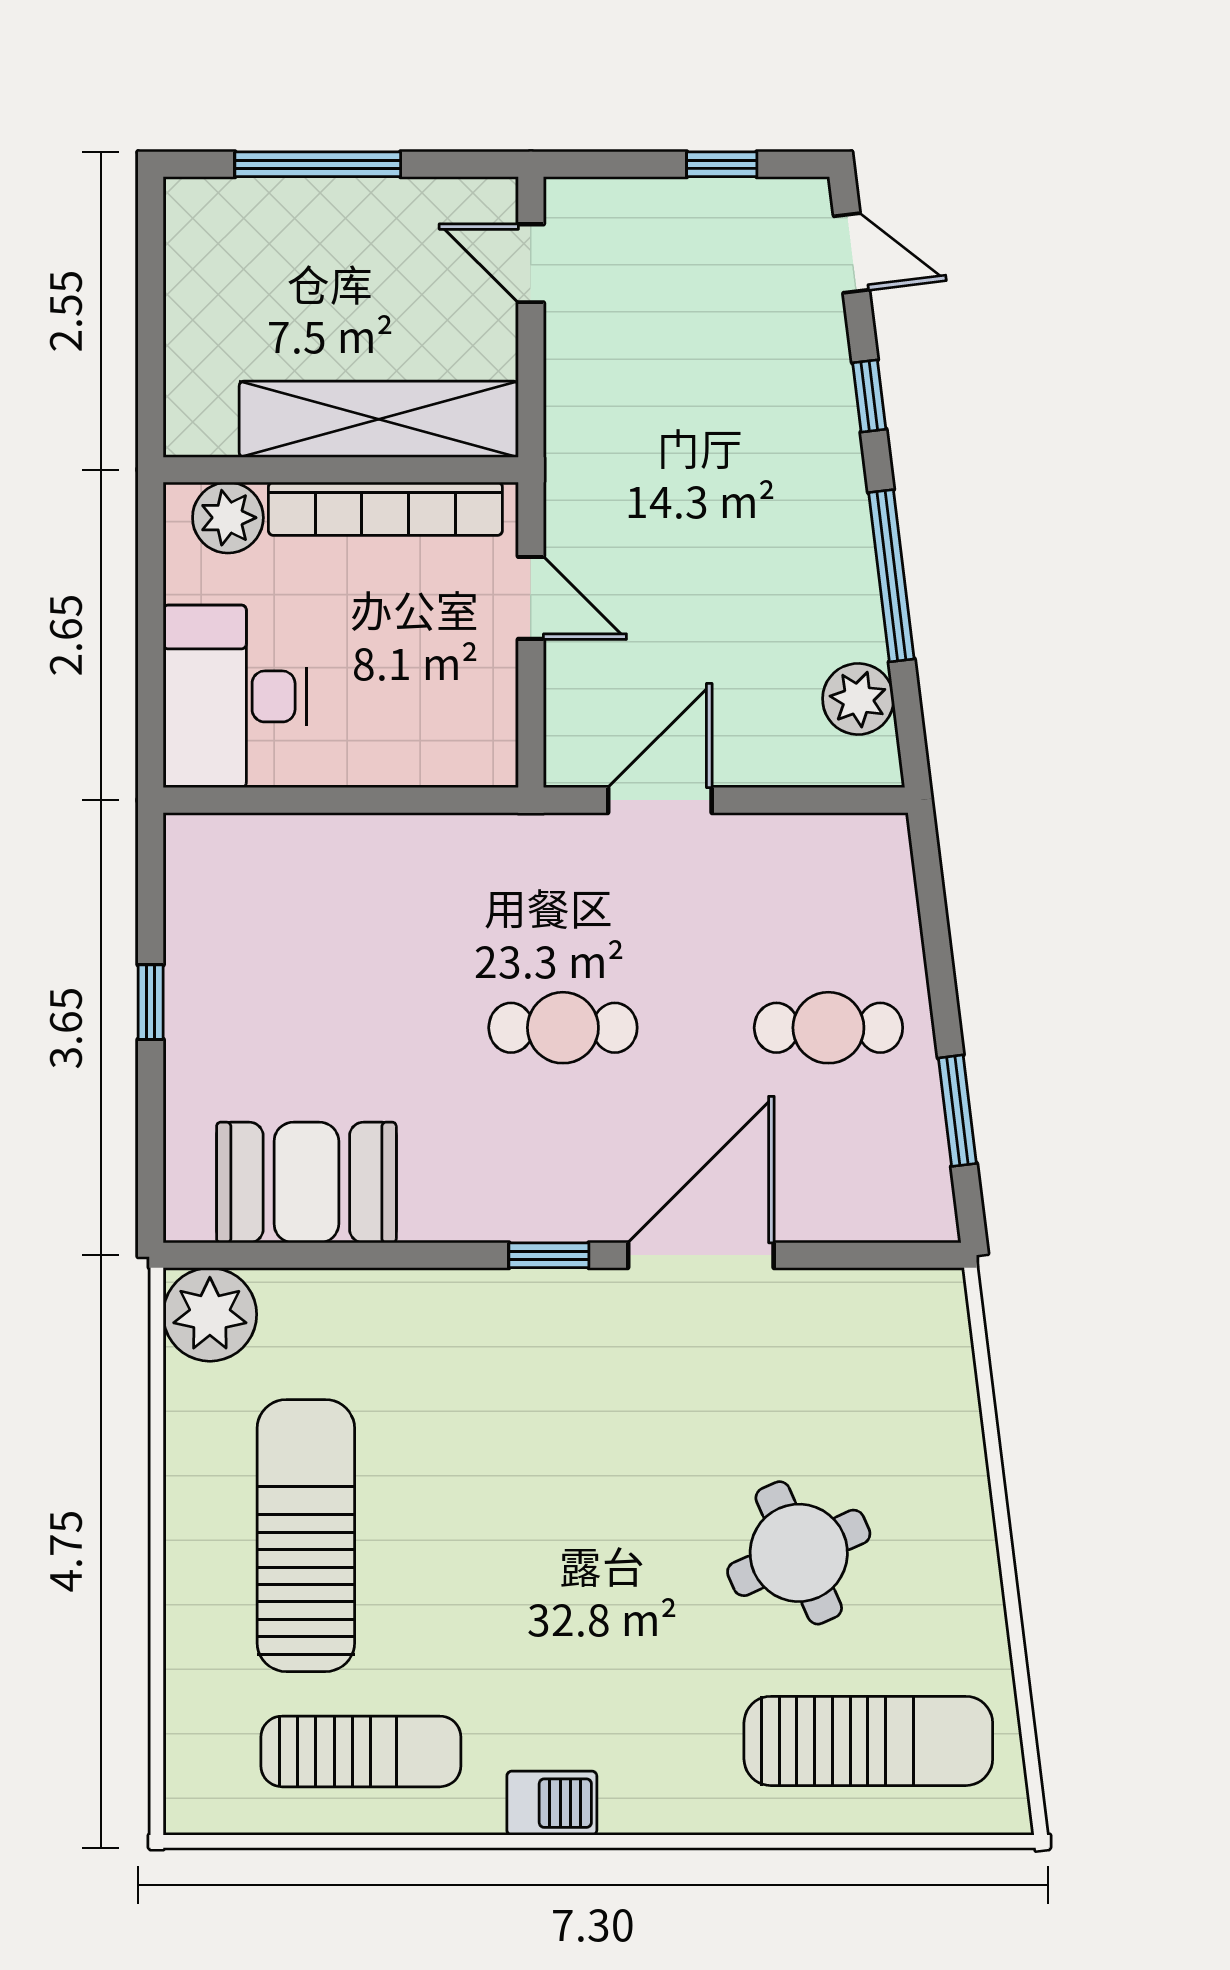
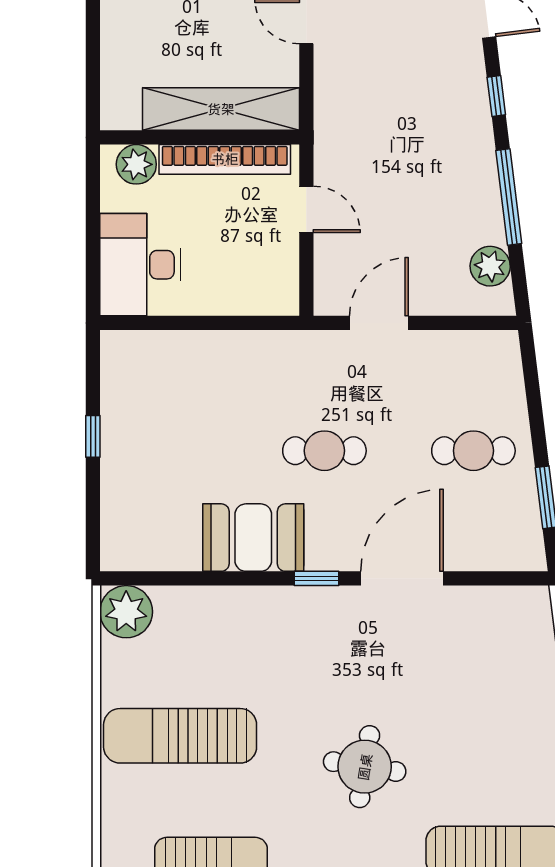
booth: (306, 1182) -> (253, 538), moved
sun lounger: (306, 1536) -> (180, 736), turned -90
round table: (799, 1553) -> (365, 767), moved, turned 33

